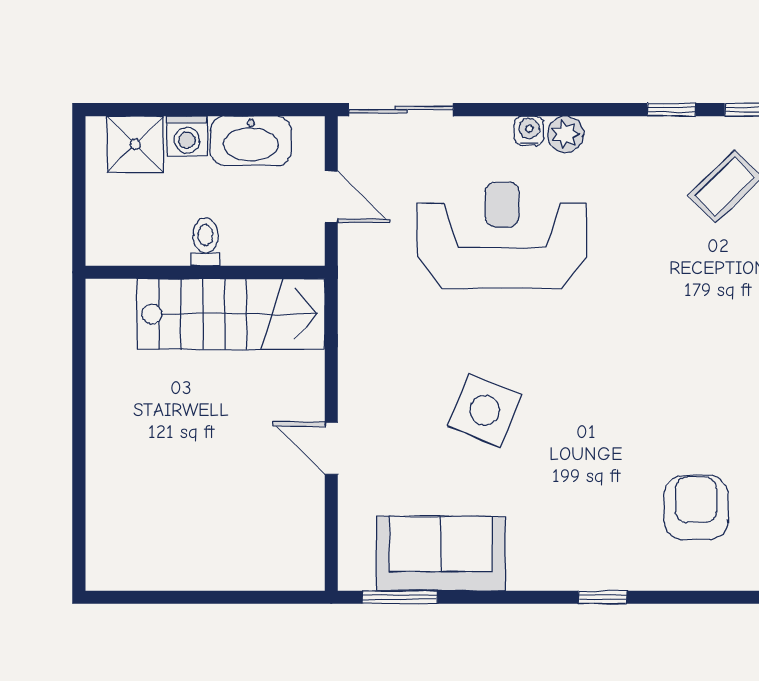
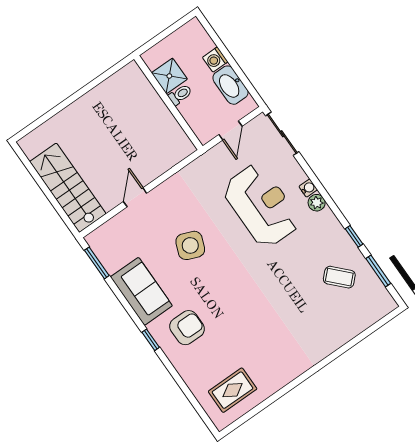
shower: (135, 144) -> (169, 76), moved
stairs: (231, 314) -> (68, 188), moved, turned 180
armchair: (696, 508) -> (187, 328), moved
sofa: (441, 554) -> (141, 291), moved

